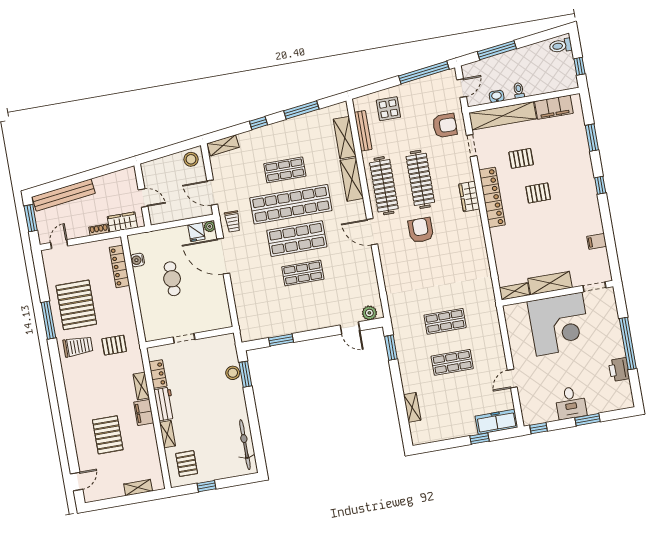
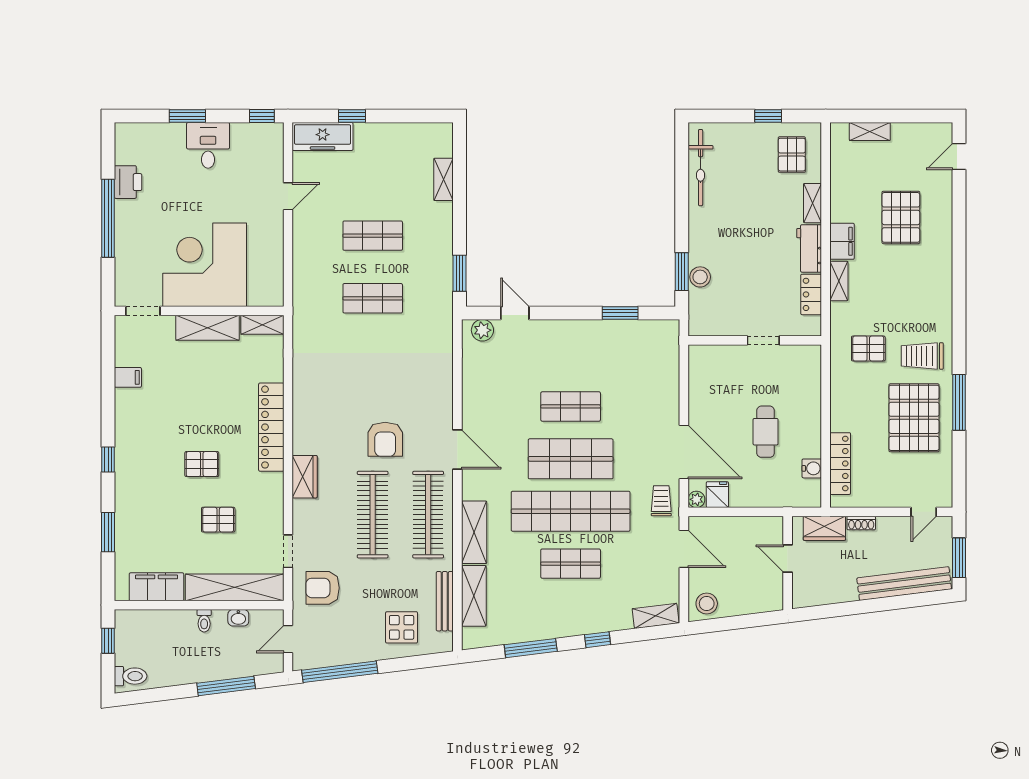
locker: (492, 197) -> (271, 427), moved

